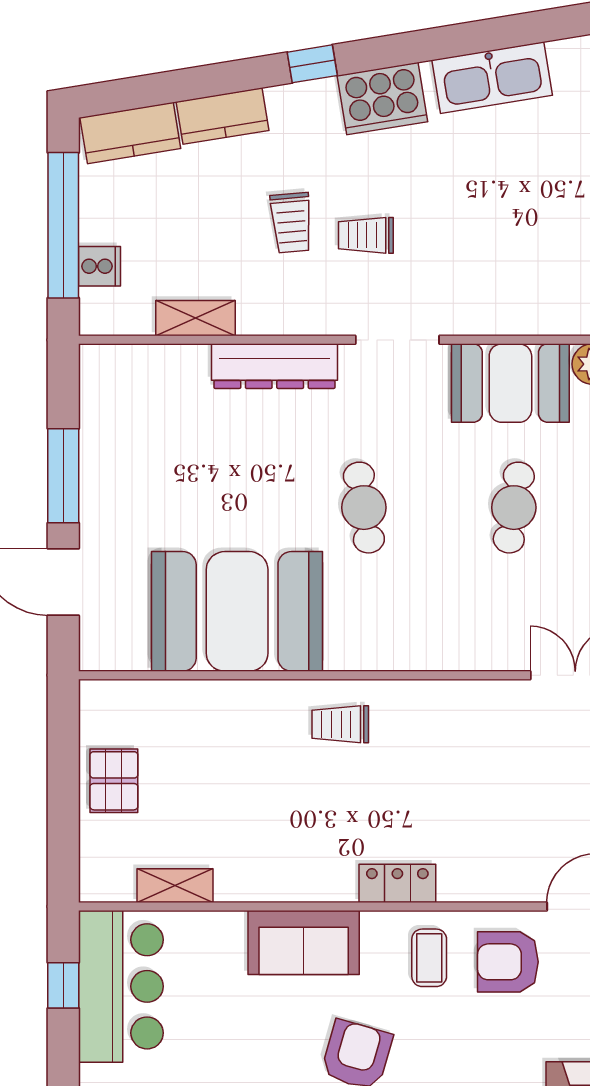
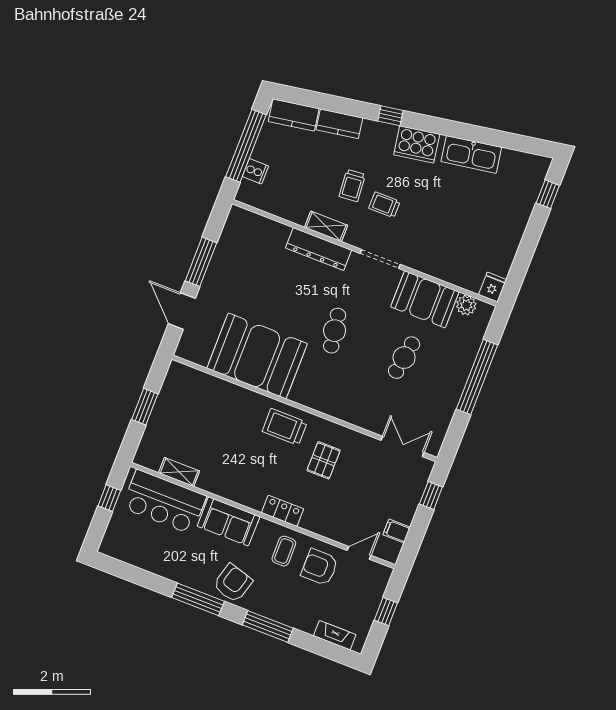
shelving: (196, 318) -> (326, 226), moved
trolley: (340, 724) -> (285, 427), width x1.36, depth x1.39
pallet: (114, 781) -> (324, 460), moved
window: (63, 788) -> (145, 407), added
bar counter: (121, 986) -> (164, 502), moved, turned 90

